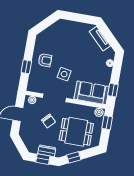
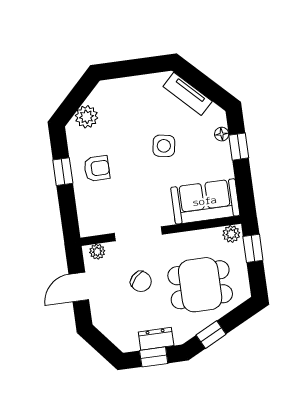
plant: (48, 34) -> (86, 117), added
window: (26, 67) -> (63, 172), moved
side table: (64, 74) -> (164, 146), moved
window: (113, 90) -> (239, 147), moved

